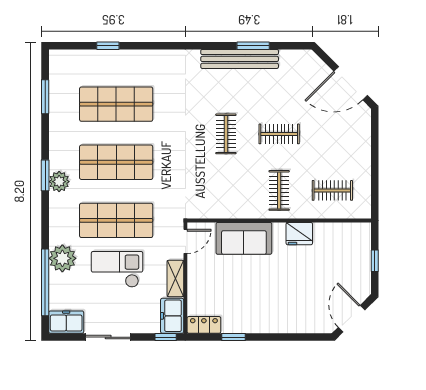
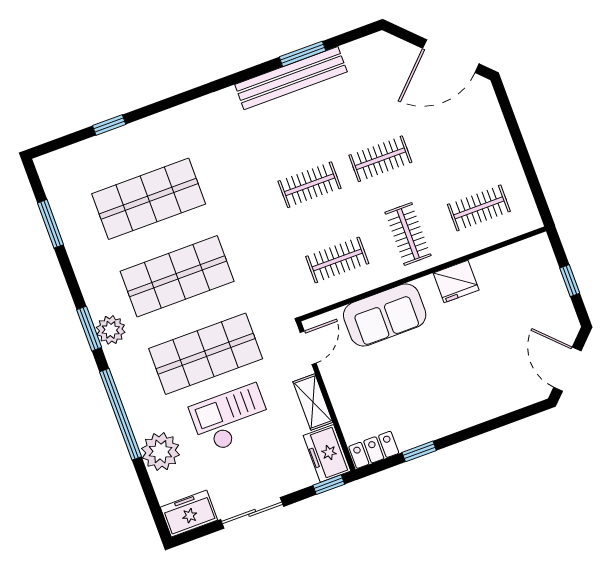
clothes rail: (226, 134) -> (310, 185), turned 90
clothes rail: (226, 190) -> (337, 260), added
plant: (62, 258) -> (160, 452), moved
window: (45, 282) -> (121, 414), moved

